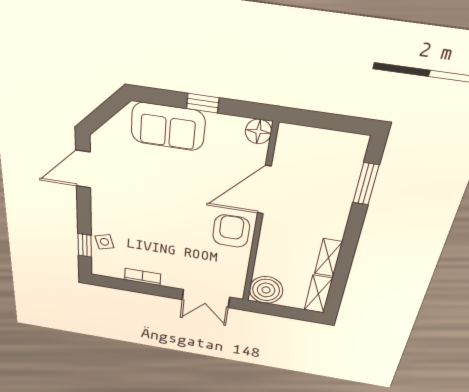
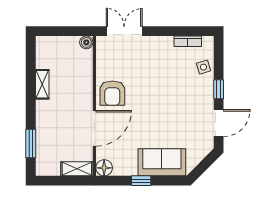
window: (85, 245) -> (219, 89), moved
bookcase: (143, 277) -> (188, 41), moved
boiler: (266, 290) -> (86, 42), width x0.54, depth x0.54
shelving: (318, 294) -> (77, 169), moved, turned 90

